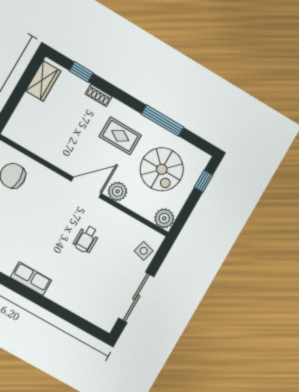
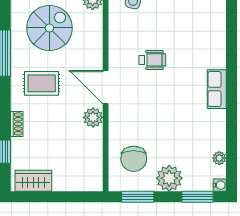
rug: (120, 136) -> (42, 83), turned 90
plant: (117, 191) -> (93, 117), moved

